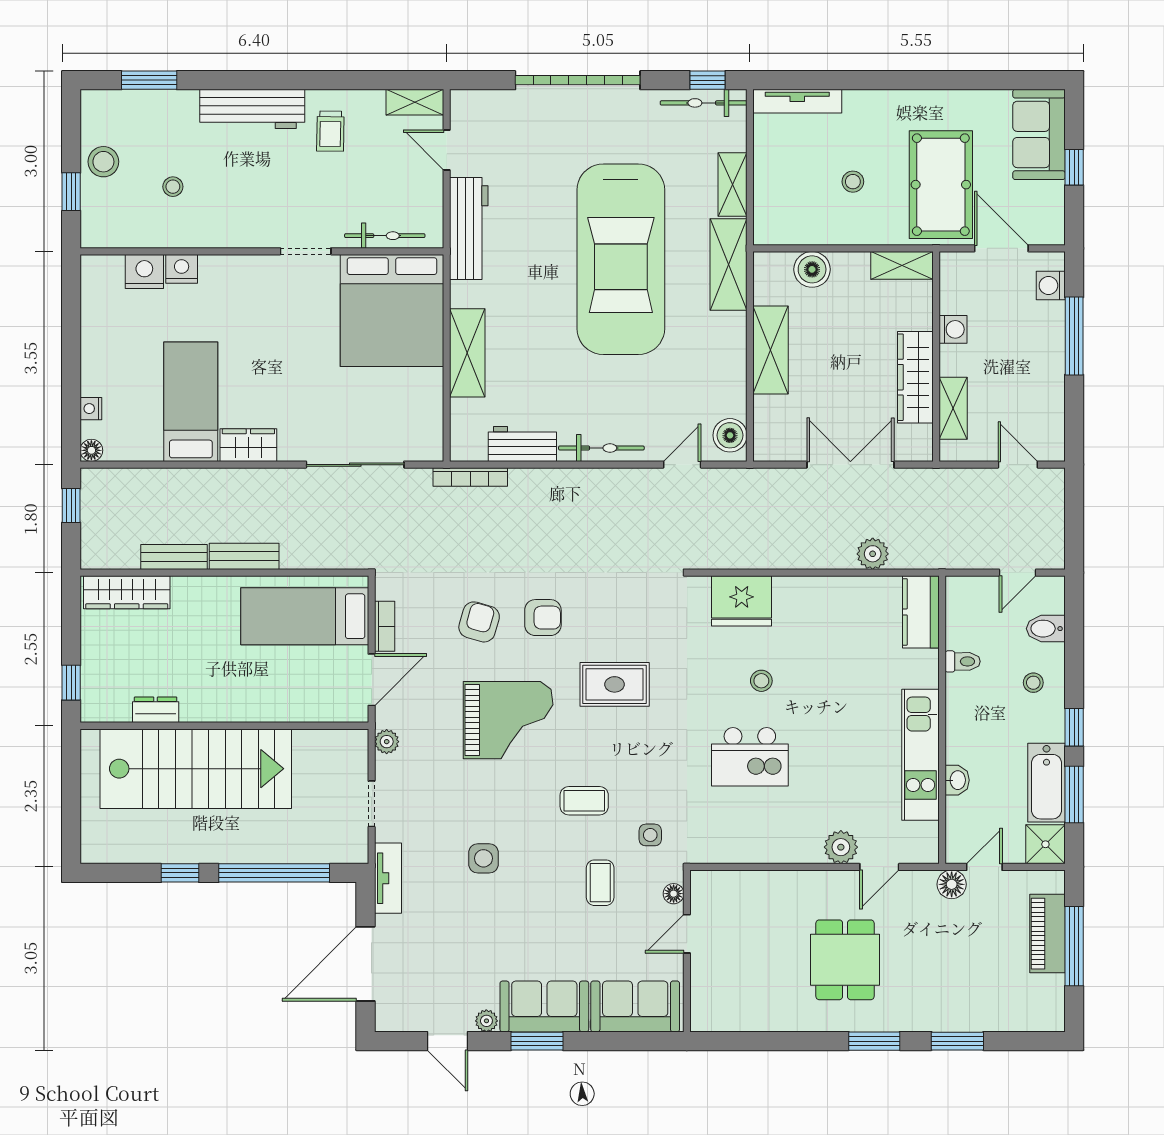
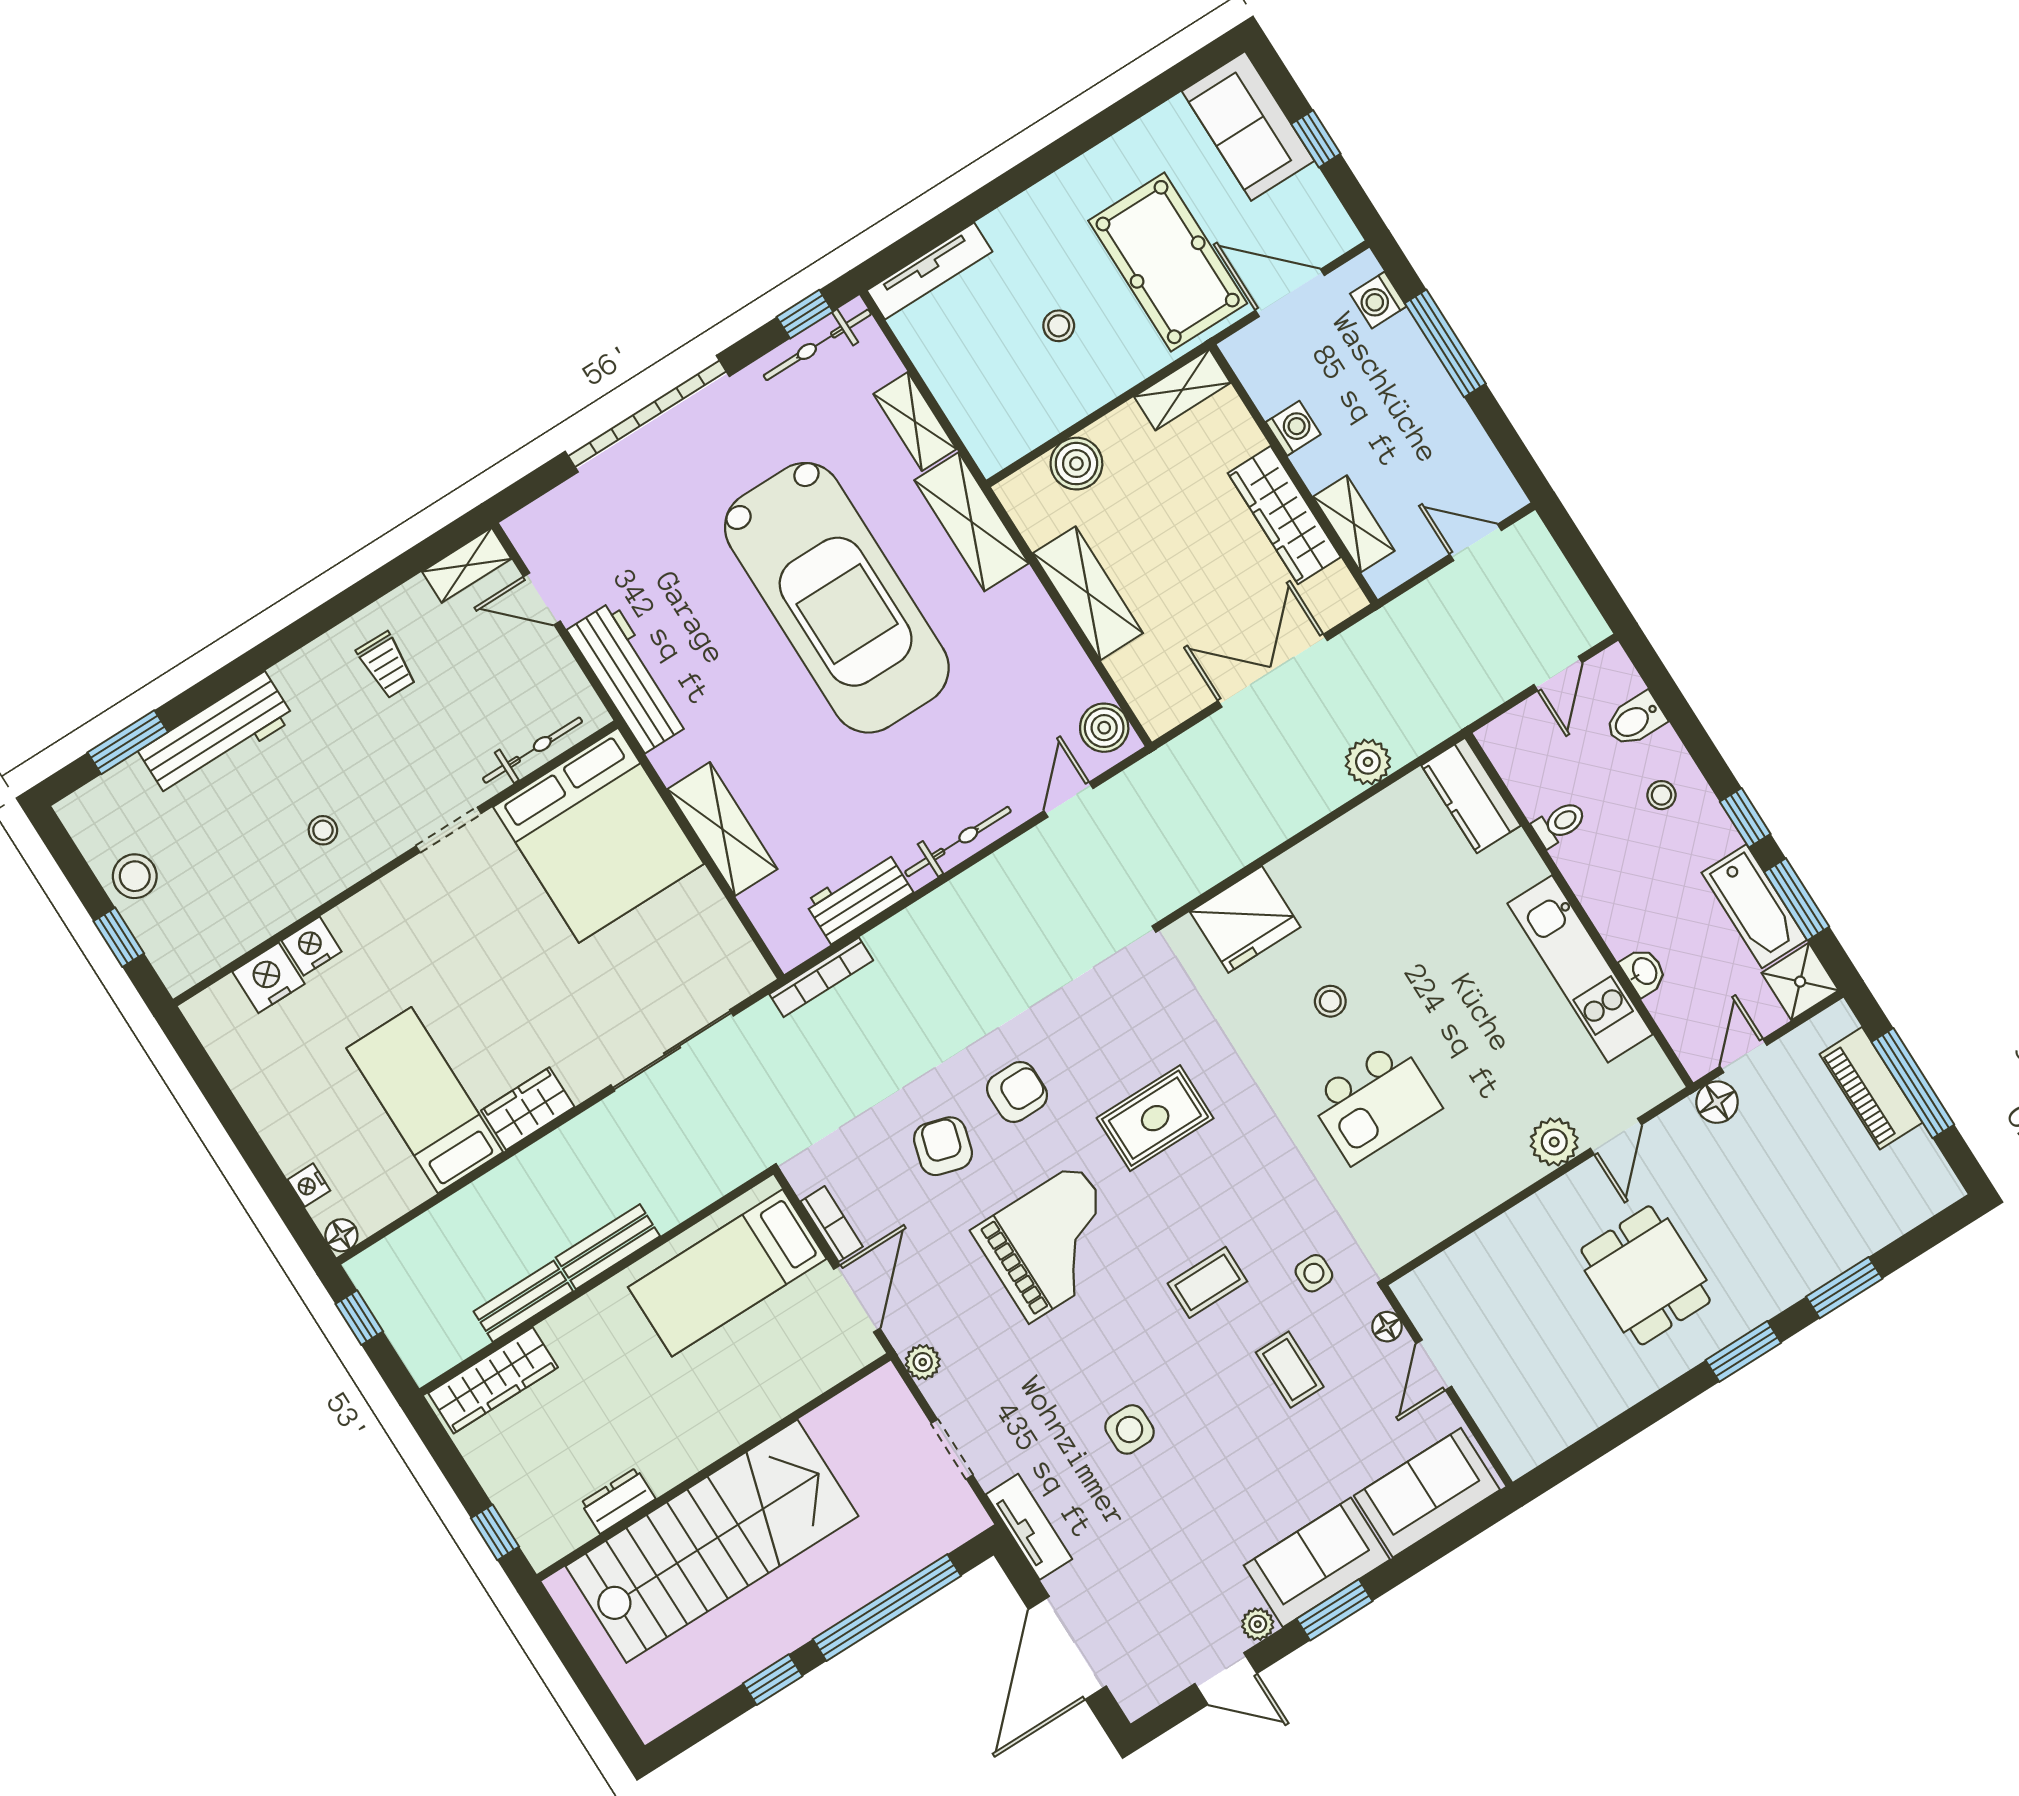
workbench: (252, 109) -> (216, 735), moved
stool: (173, 187) -> (323, 830), moved

